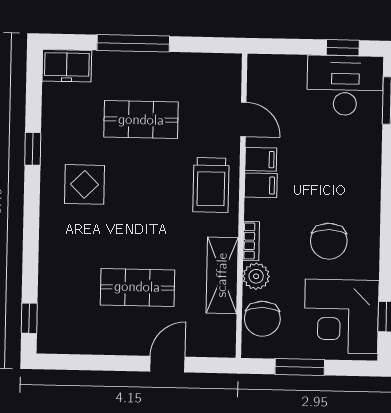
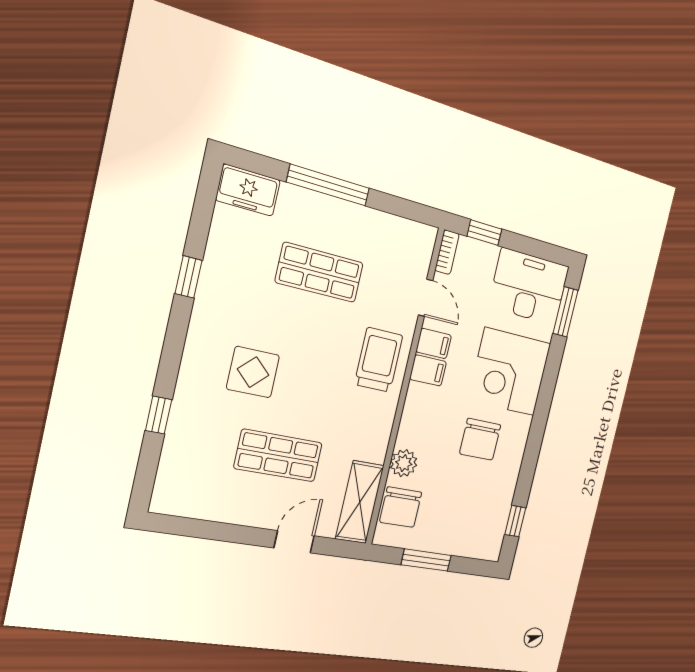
window: (343, 48) -> (484, 233), moved
display table: (85, 184) -> (253, 372), moved
trolley: (211, 185) -> (379, 360), turned 180
bookcase: (251, 241) -> (447, 252), moved
shelving: (222, 275) -> (360, 502), moved
corner desk: (341, 316) -> (510, 372), moved
window: (29, 318) -> (159, 415), moved

